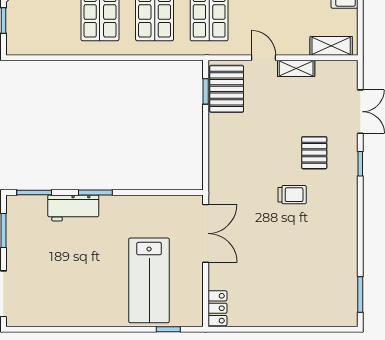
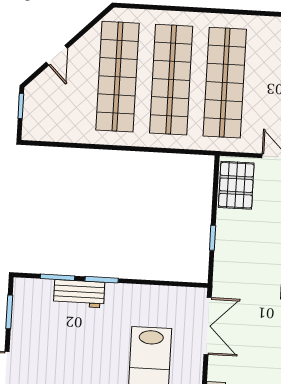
window: (206, 91) -> (213, 238), moved
window: (34, 192) -> (58, 277), moved

